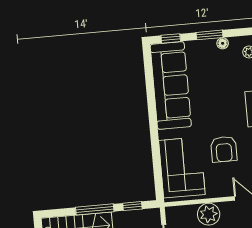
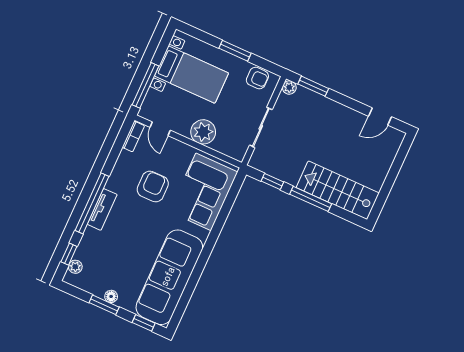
floor lamp: (223, 43) -> (111, 296), moved

